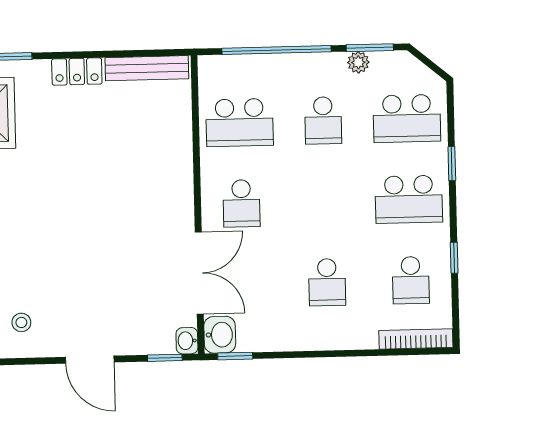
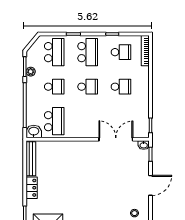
school desk: (241, 203) -> (88, 87), moved
washbasin: (220, 335) -> (34, 131), moved

